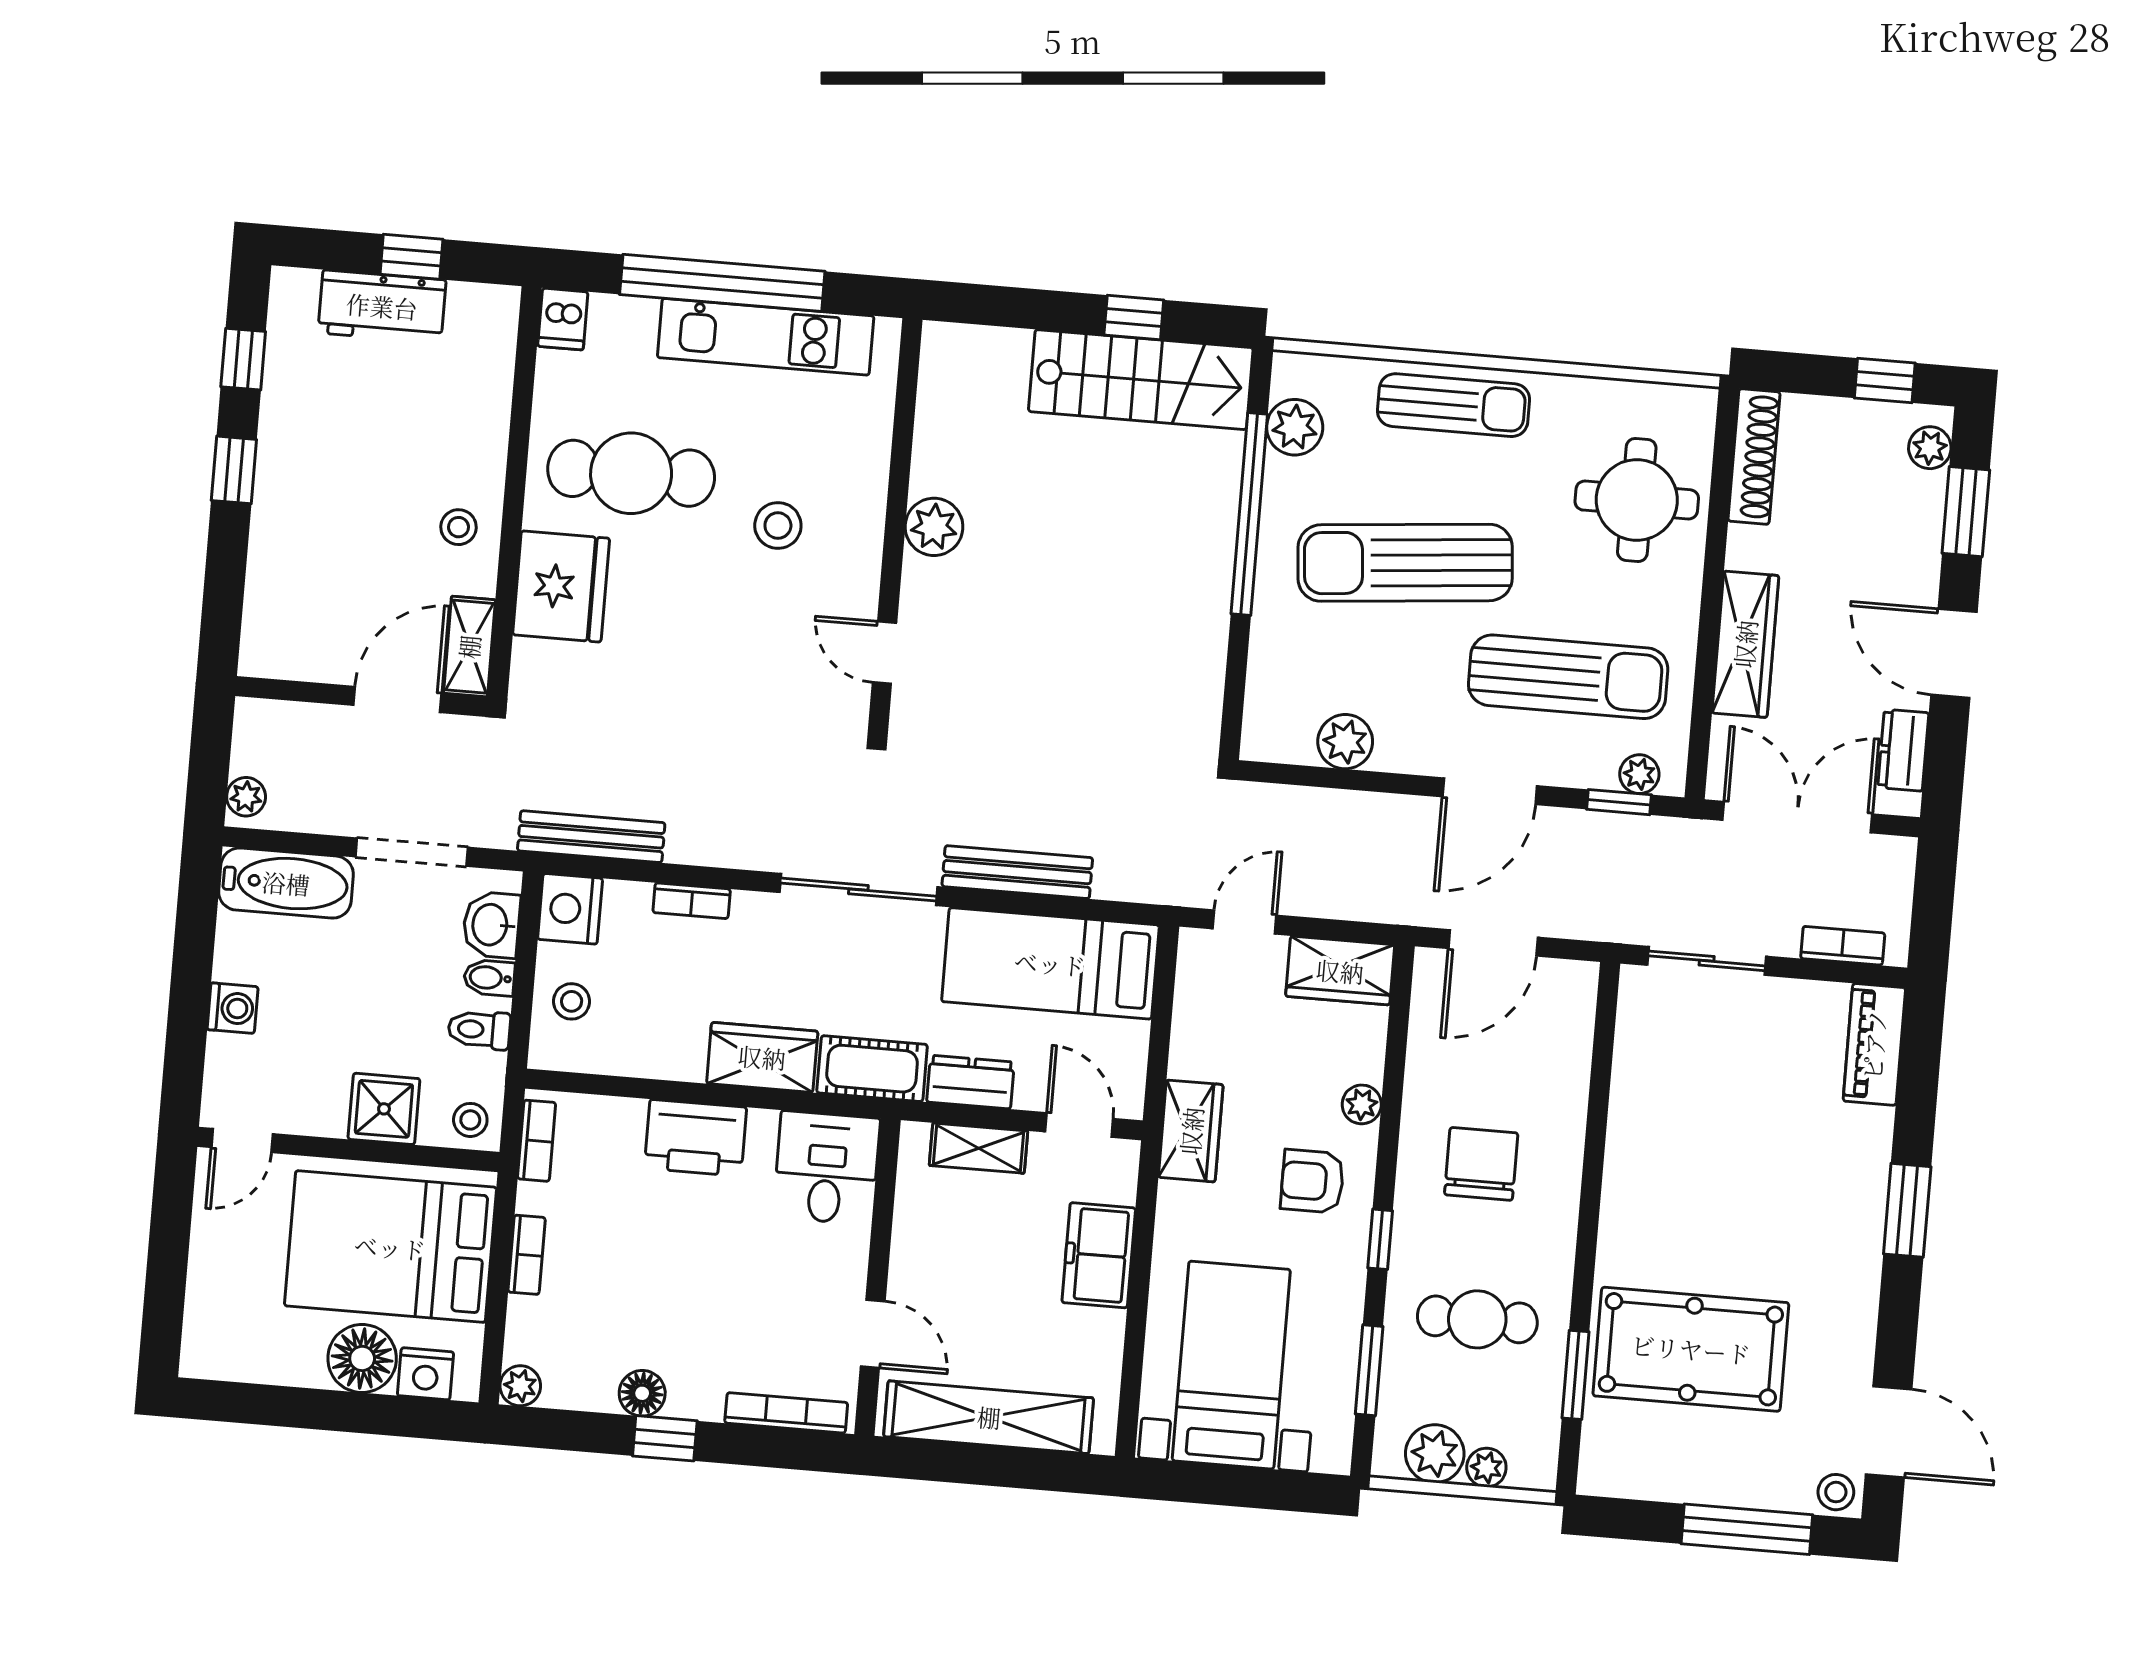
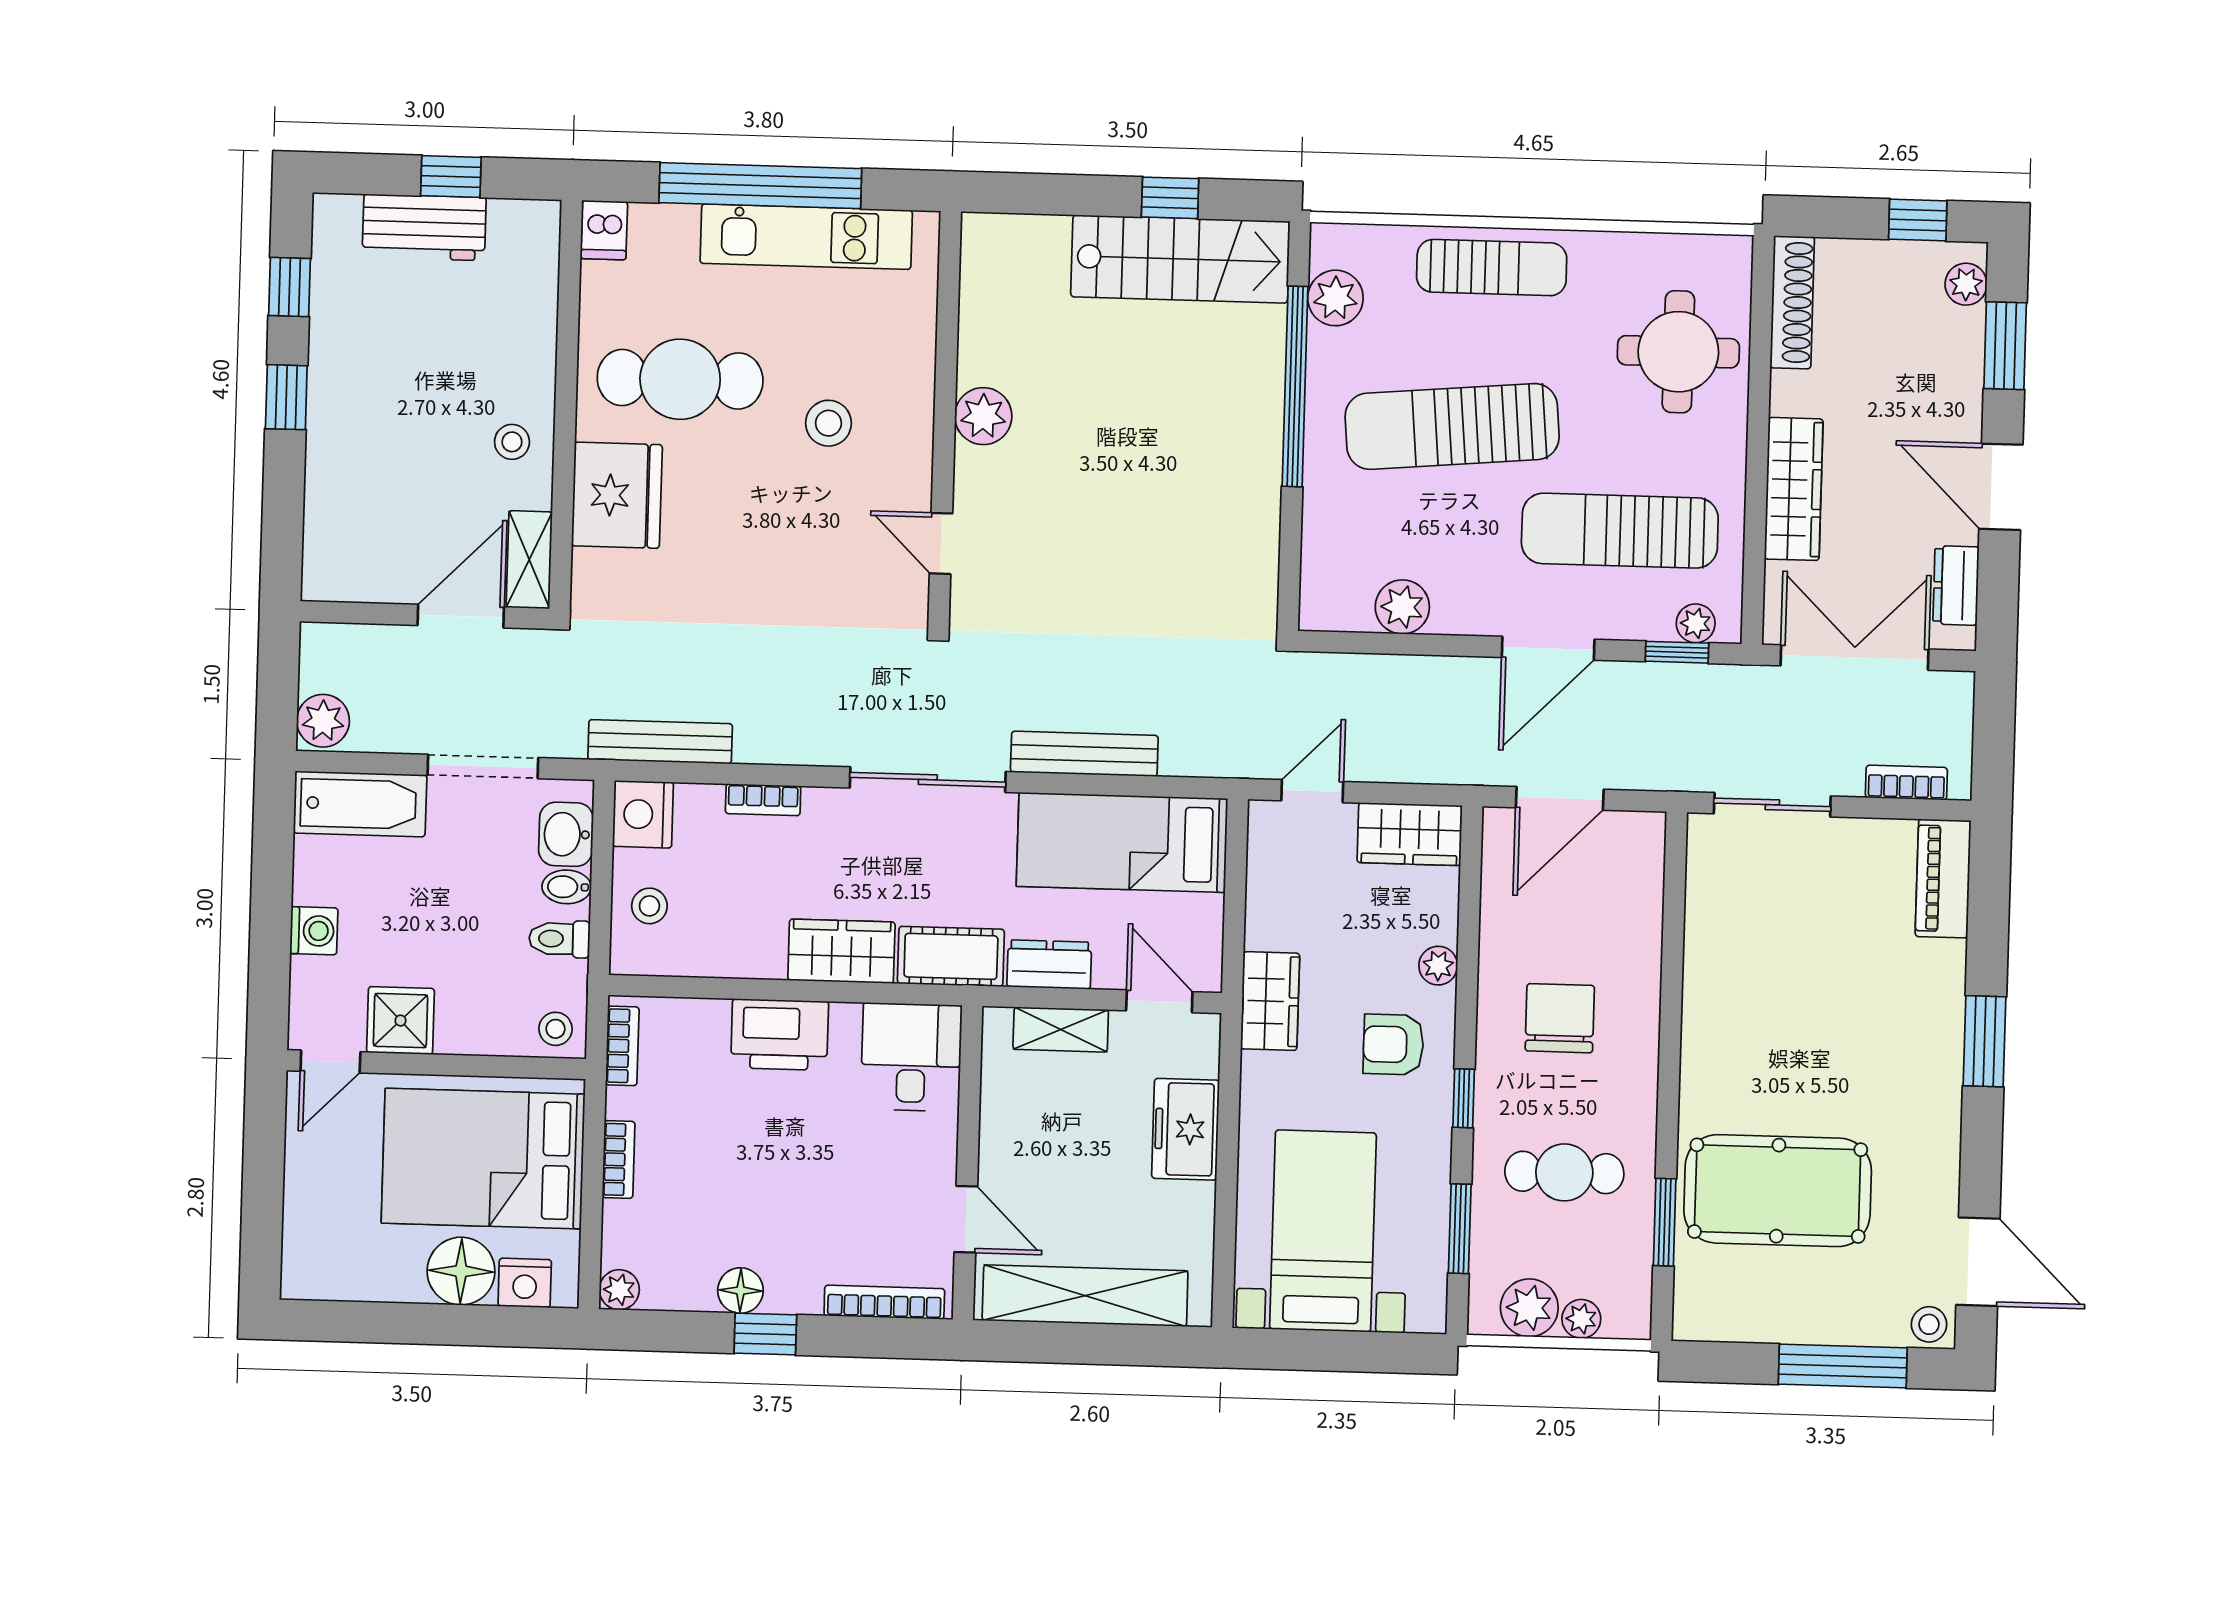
sun lounger: (1568, 677) -> (1620, 531), turned 180
plant: (246, 797) -> (323, 721), width x1.38, depth x1.38
shower: (384, 1109) -> (401, 1021), moved

